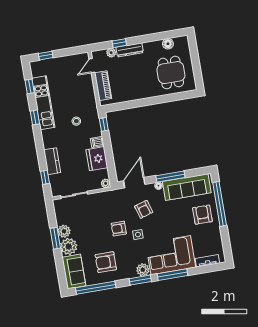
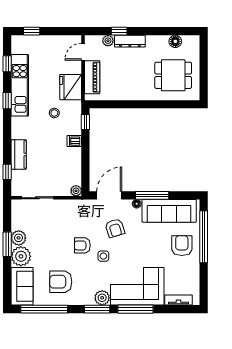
dining table: (171, 73) -> (173, 75), turned 90
fridge: (97, 159) -> (71, 87), moved

